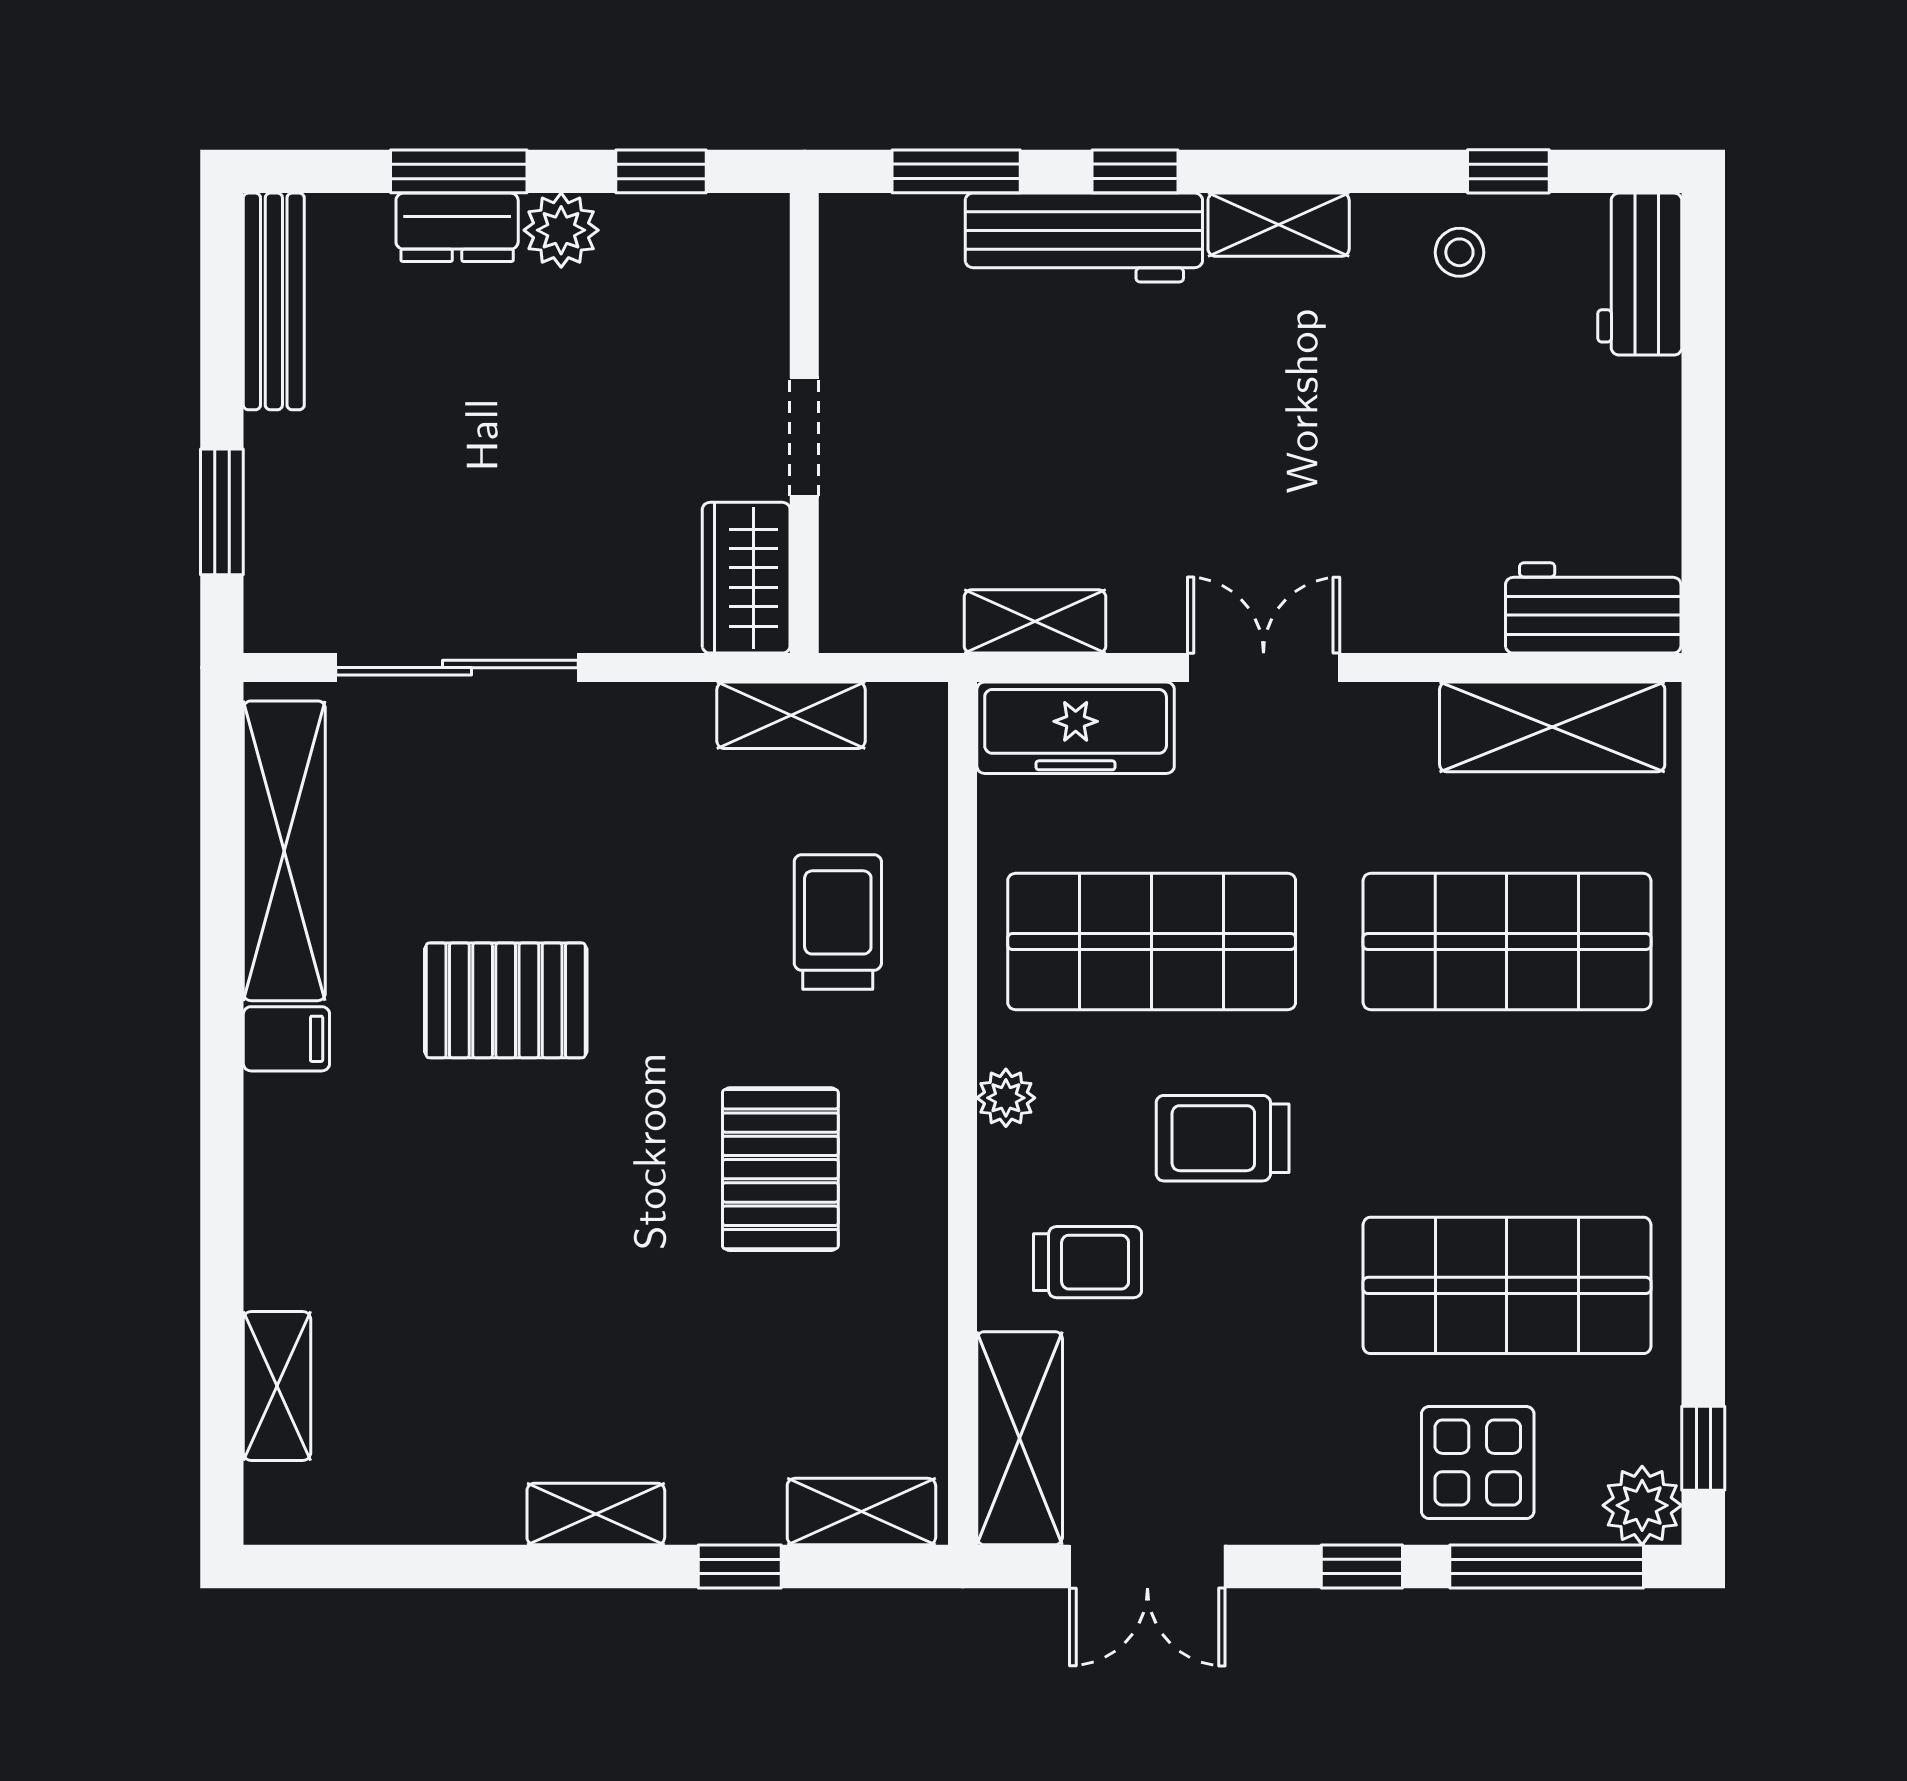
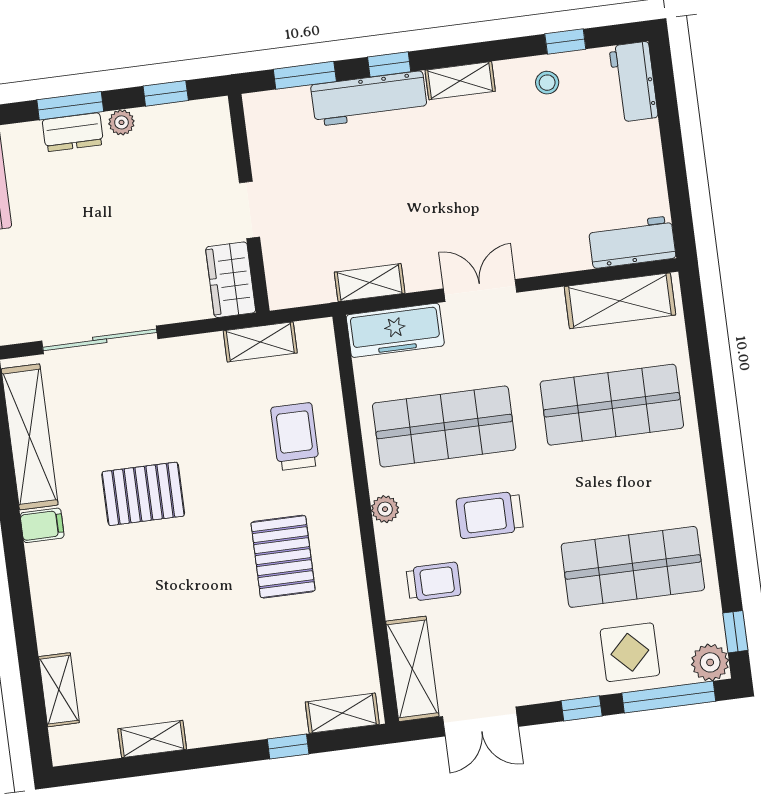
plant: (561, 230) -> (121, 122), width x0.73, depth x0.73
shelving: (596, 1514) -> (152, 739), moved

